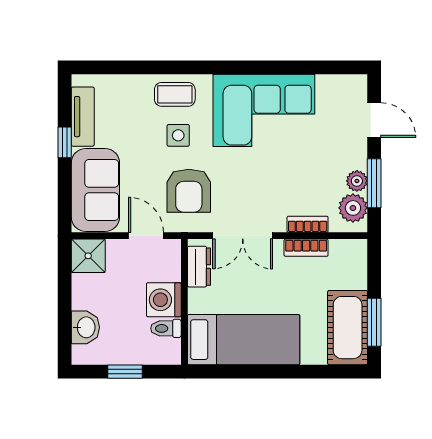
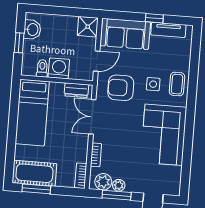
bookcase: (306, 248) -> (81, 176), moved
washbasin: (85, 327) -> (32, 30), moved, turned -90

